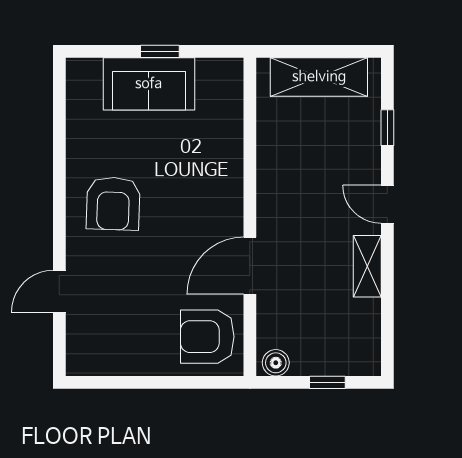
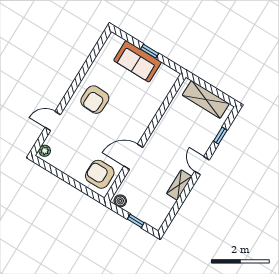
plant: (78, 356) -> (45, 151), added

